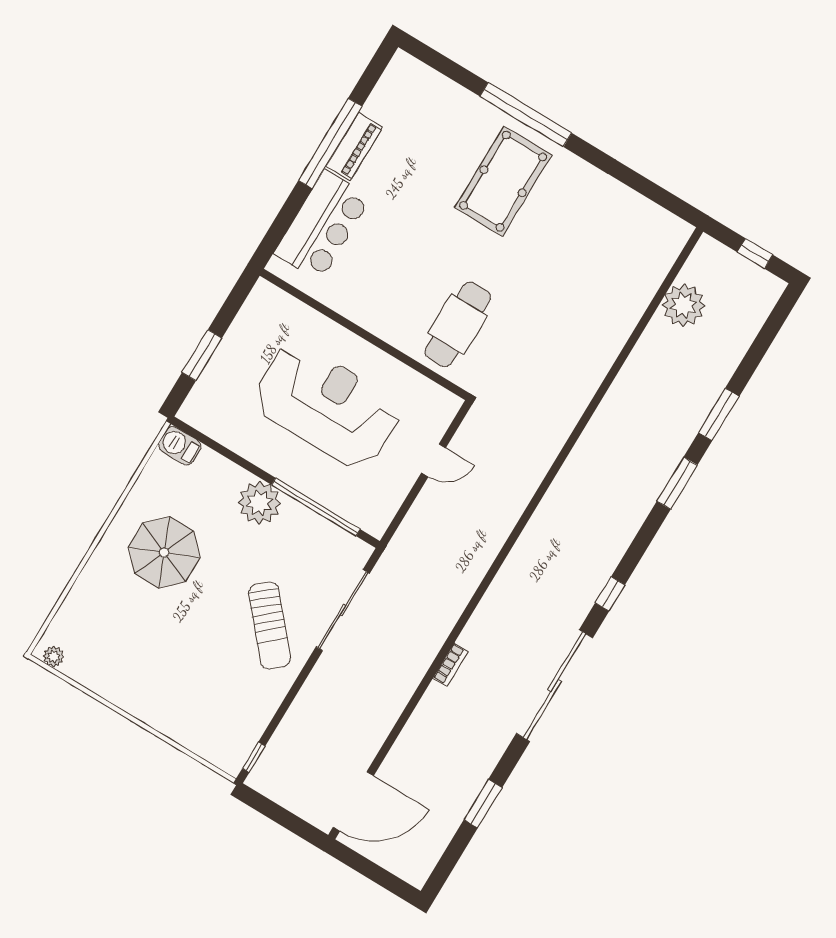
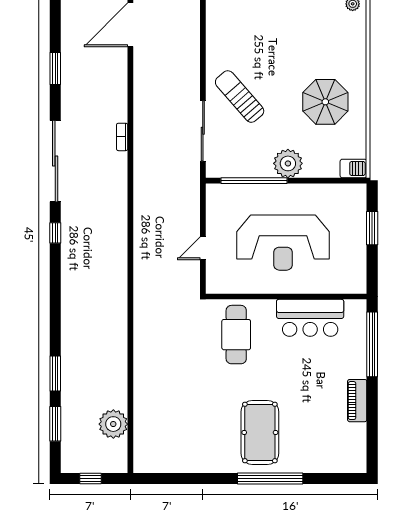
window: (330, 143) -> (372, 344), moved
bar counter: (322, 225) -> (310, 318), moved, turned -90
window: (677, 483) -> (55, 424), moved
window: (254, 757) -> (203, 16), removed

